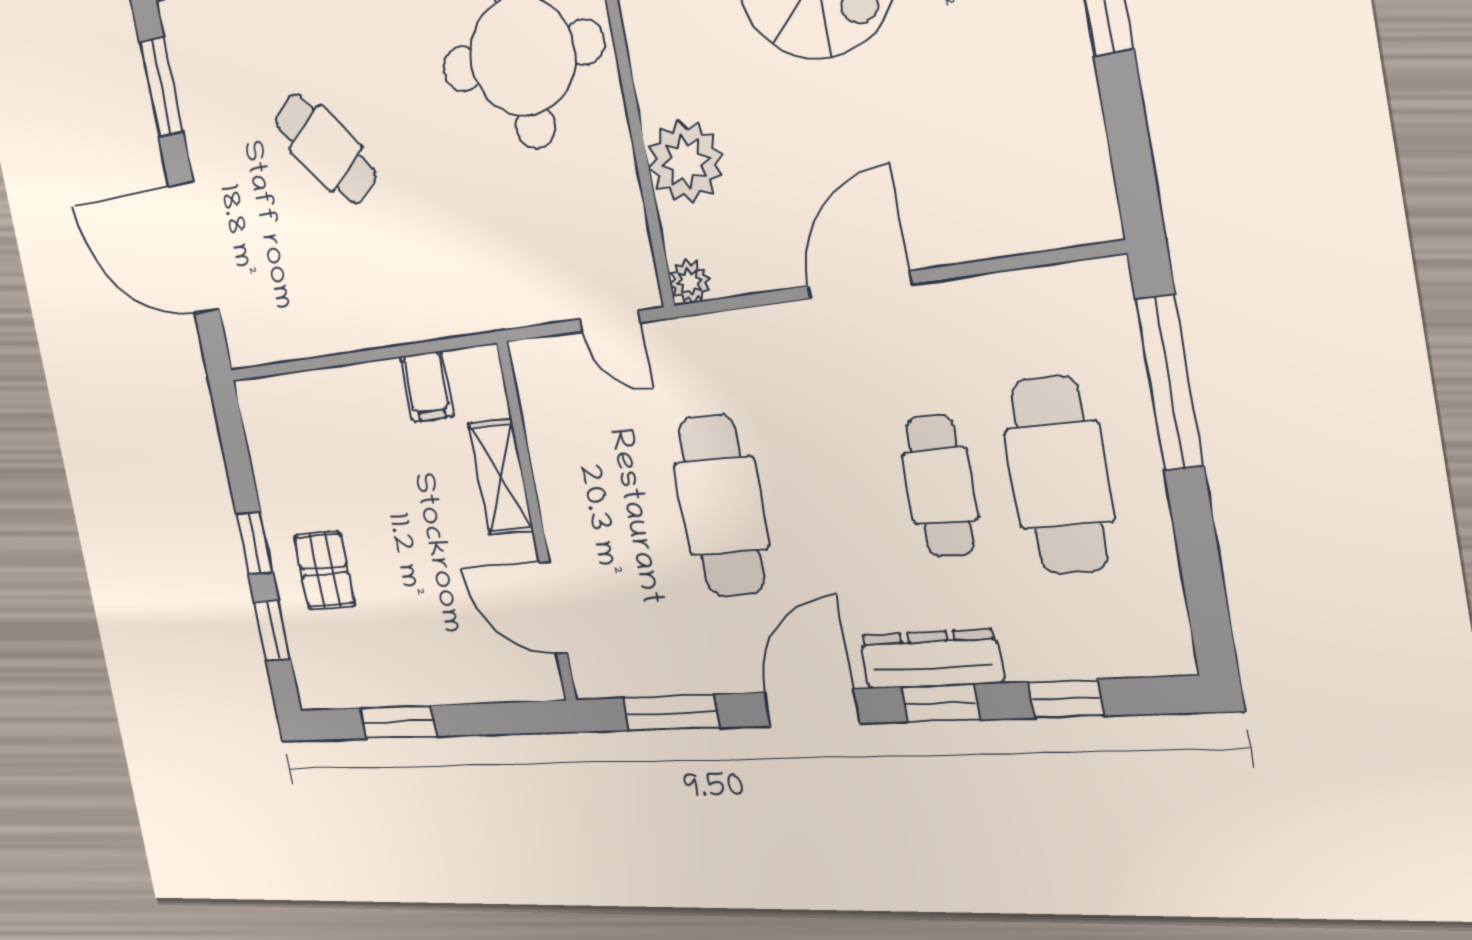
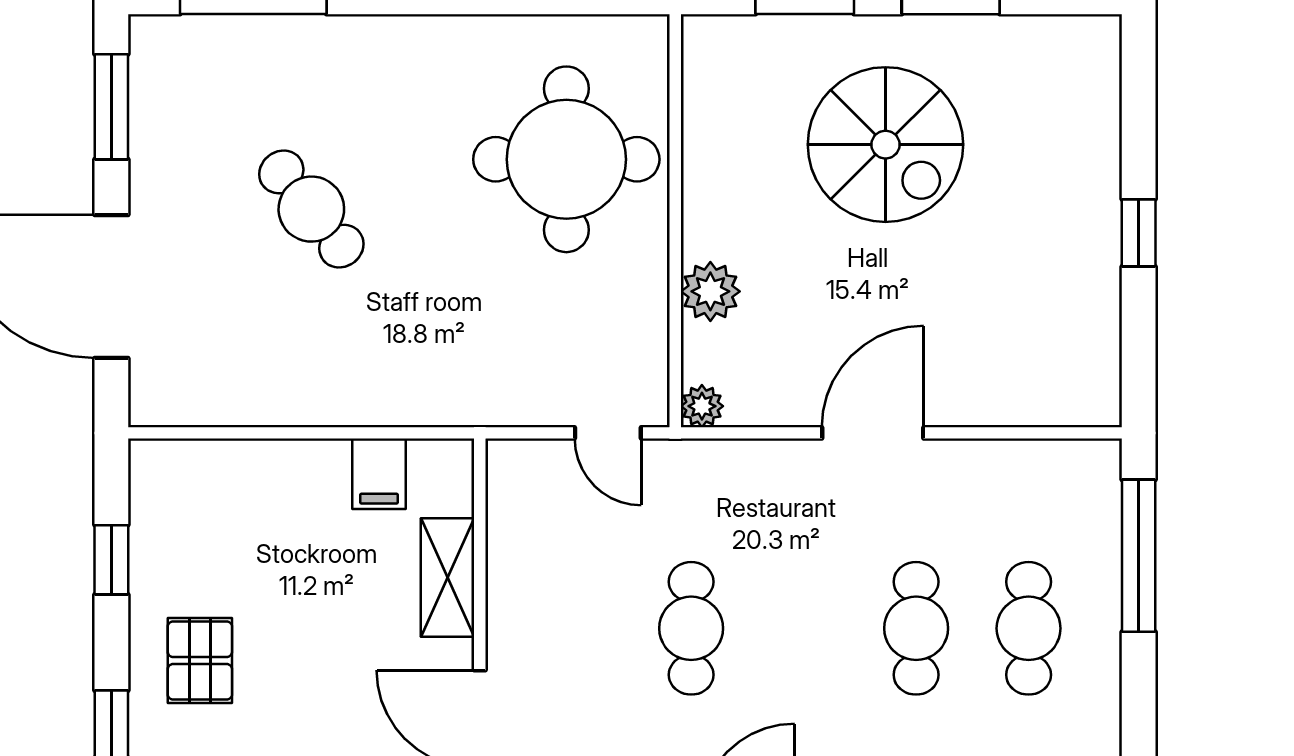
plant: (686, 161) -> (710, 291), width x0.73, depth x0.73
cafe table: (1059, 475) -> (1029, 628), width x0.73, depth x0.74
cafe table: (721, 506) -> (691, 628), width x0.73, depth x0.74
window: (254, 543) -> (111, 560), moved

